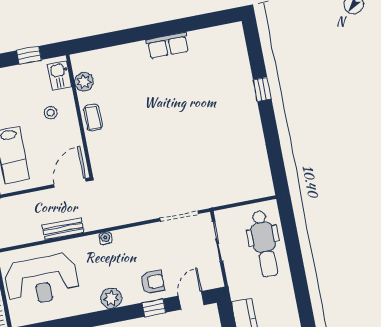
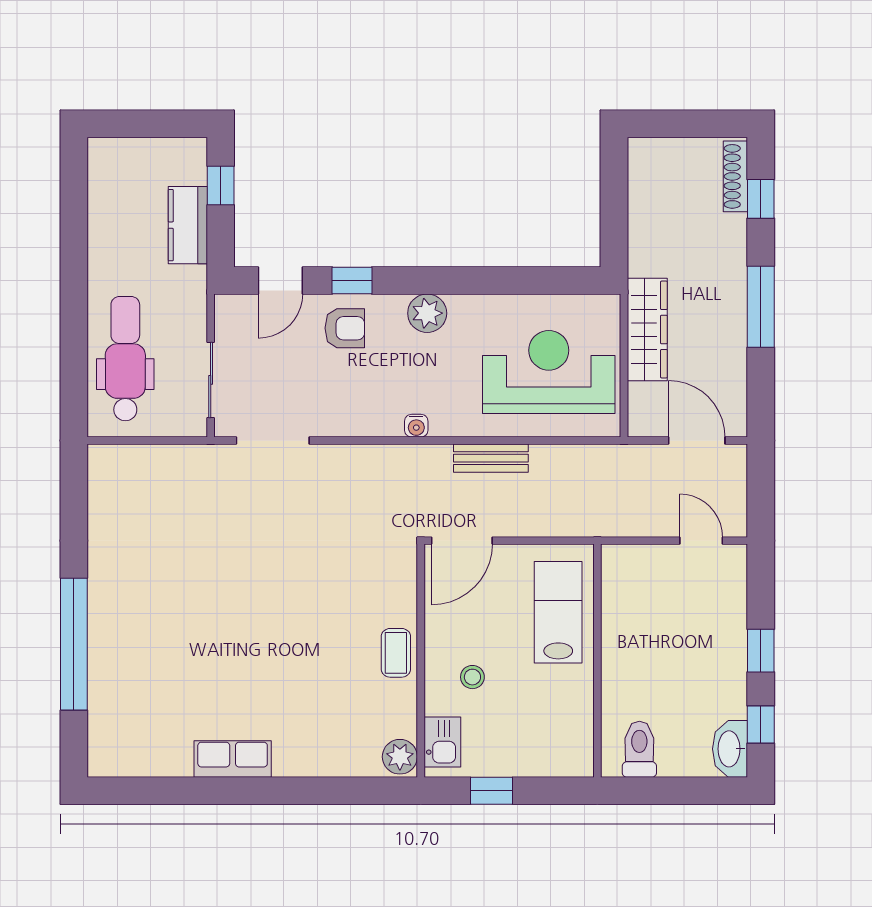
plant: (84, 82) -> (400, 757), moved
window: (262, 89) -> (74, 644), width x3.17
armchair: (153, 282) -> (345, 328), turned 180

